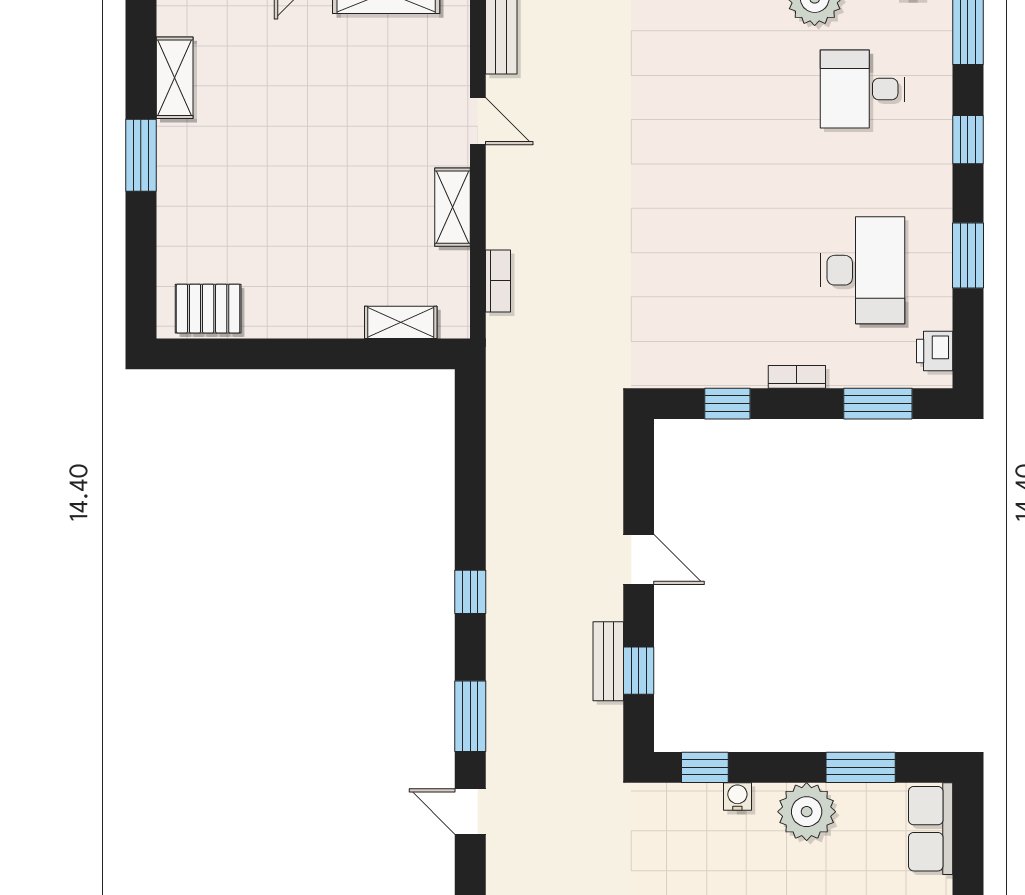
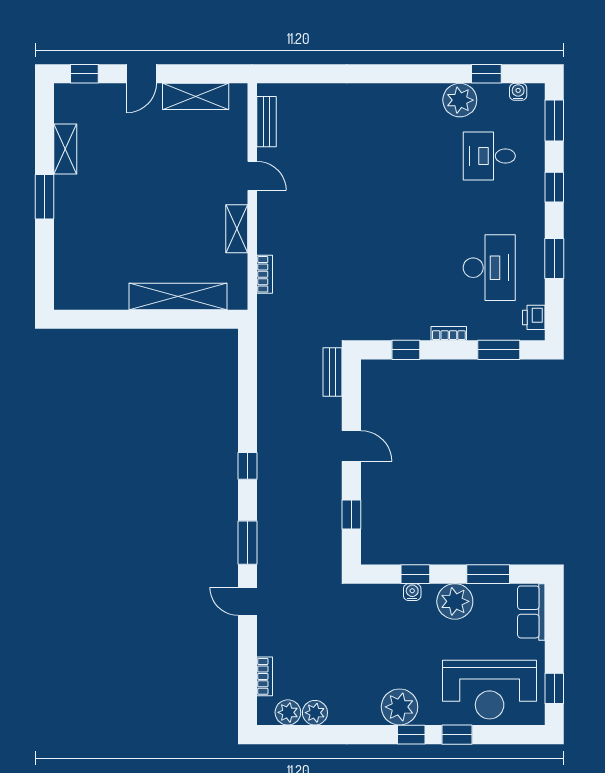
pallet: (208, 309) -> (86, 291), removed
shelving: (401, 322) -> (178, 296), width x2.20, depth x1.33
bench: (608, 661) -> (333, 372), moved
window: (705, 767) -> (415, 574), moved

